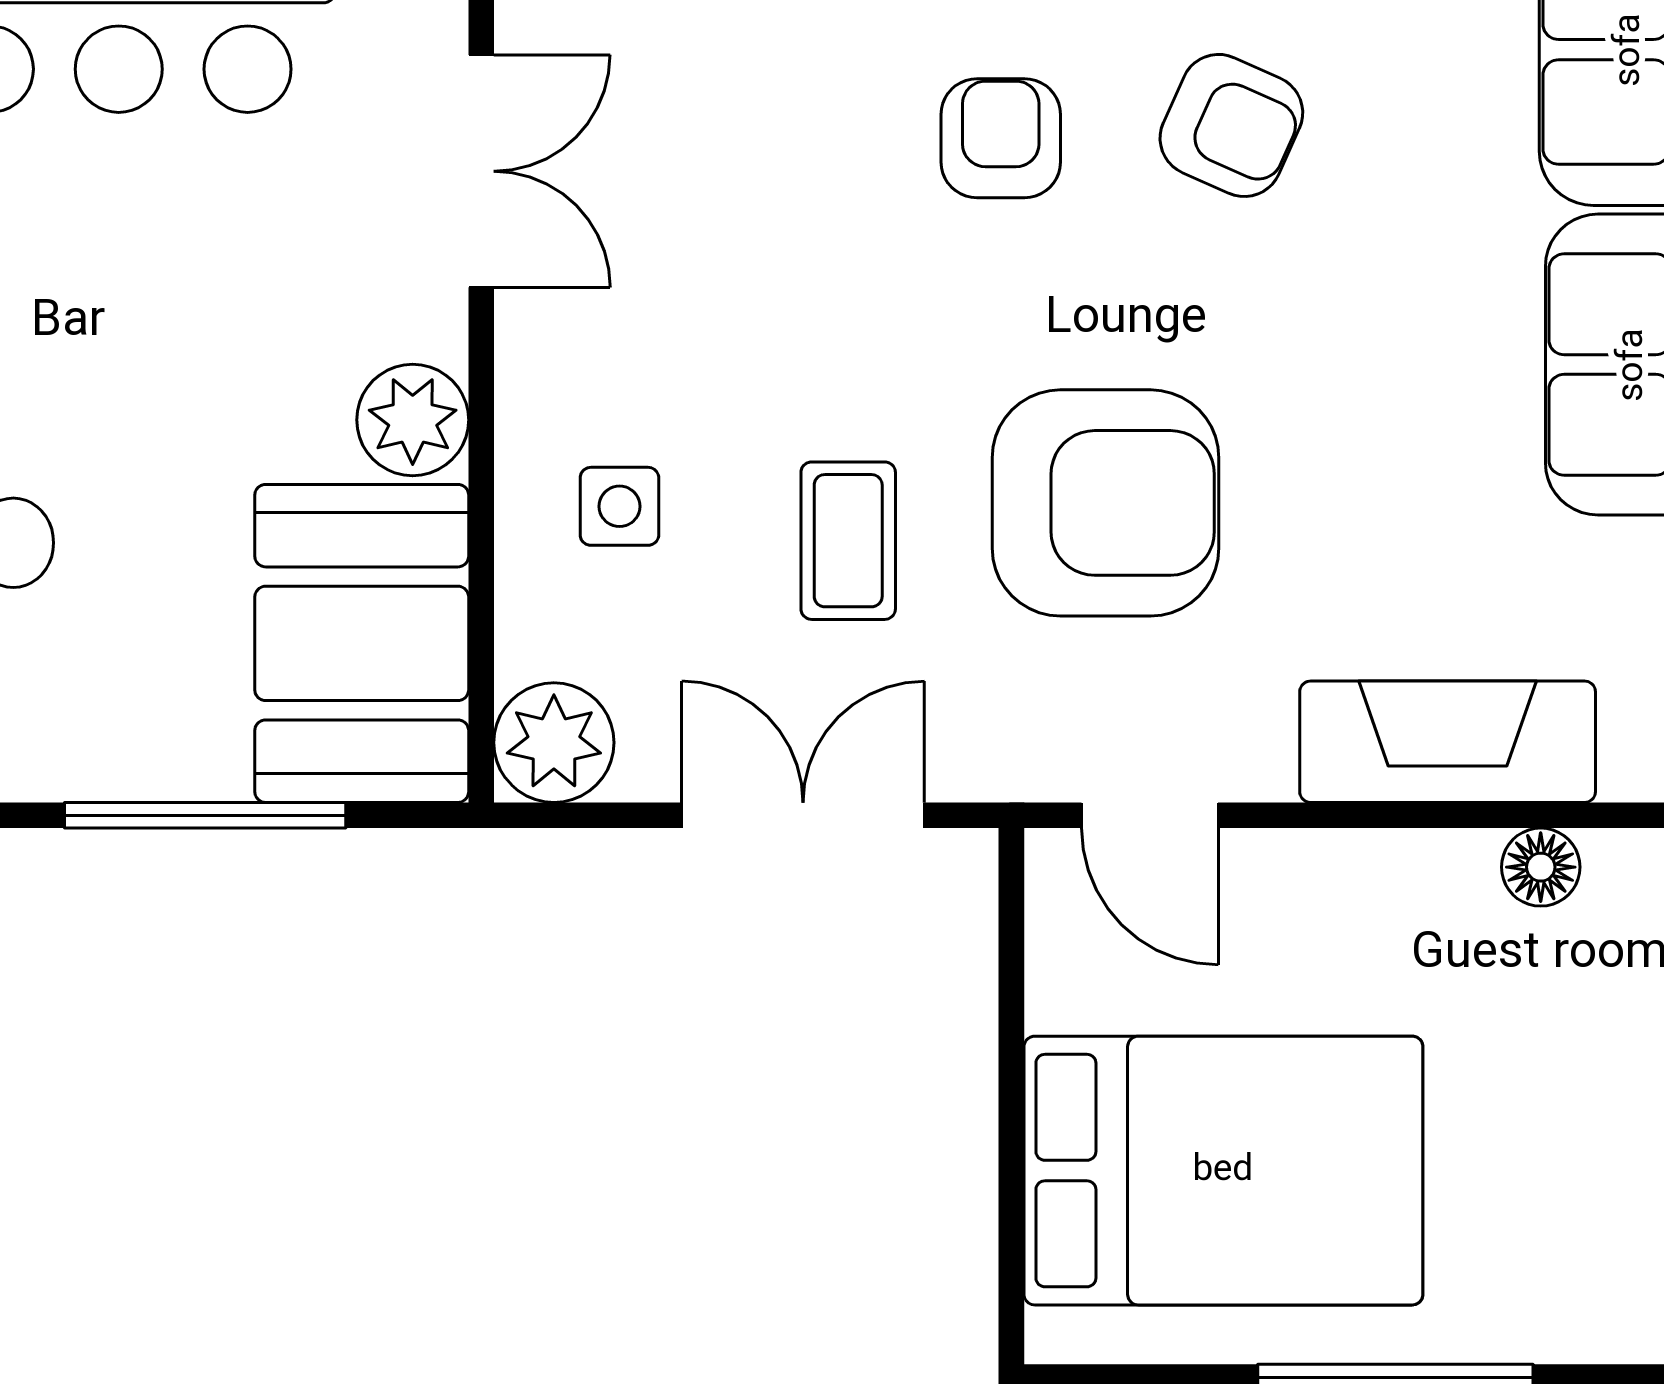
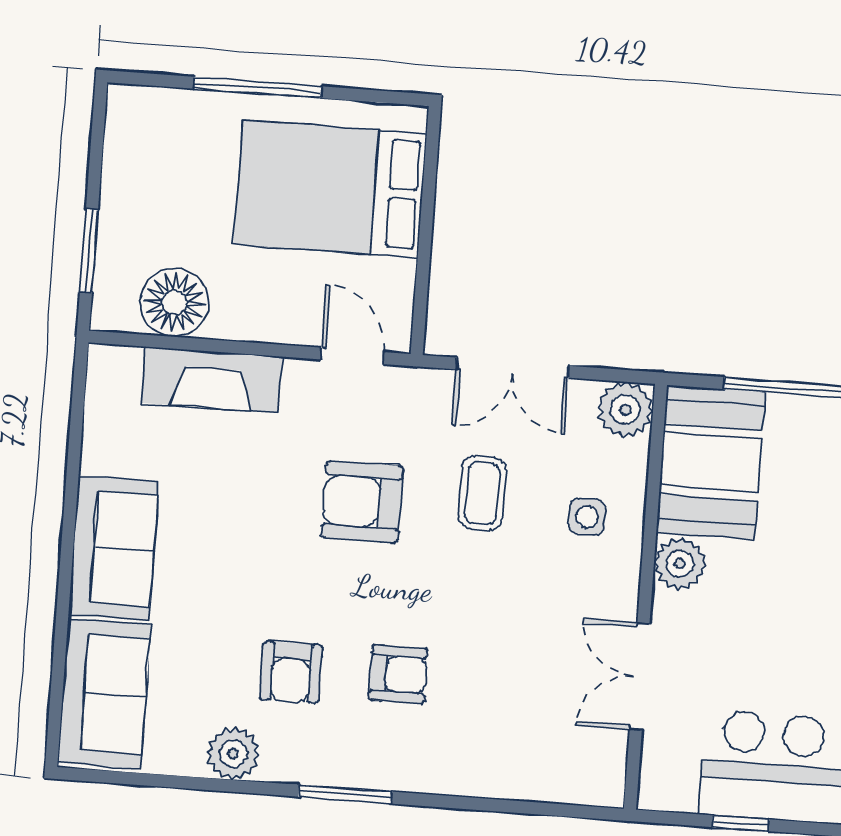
armchair: (1231, 125) -> (291, 672), turned -114
armchair: (1001, 138) -> (398, 674), turned -90
armchair: (1105, 503) -> (362, 502), width x0.73, depth x0.73
floor lamp: (1541, 867) -> (174, 303), width x1.89, depth x1.89

